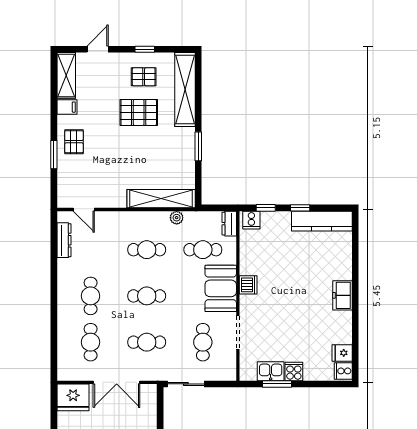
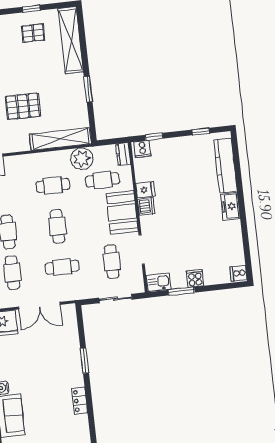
pallet: (139, 112) -> (23, 106), moved
window: (300, 208) -> (201, 131), moved
plant: (177, 218) -> (82, 159), width x1.87, depth x1.87
kitchen counter: (322, 221) -> (225, 166), moved, turned 90
cafe table: (147, 296) -> (57, 226), turned 90
fridge: (342, 353) -> (145, 190), moved, turned 180
kitchen sink: (271, 371) -> (159, 282), moved
sliding door: (186, 384) -> (116, 299), moved

